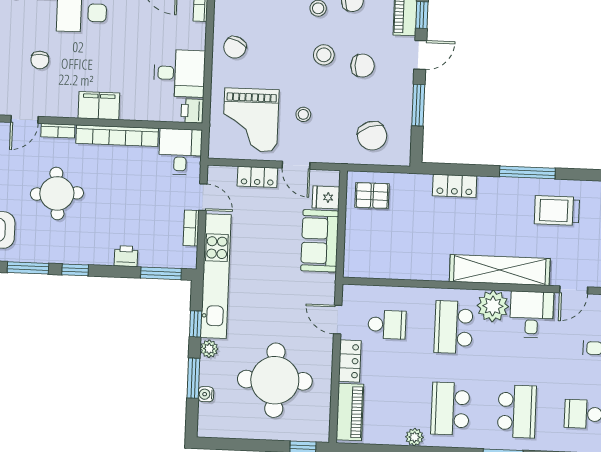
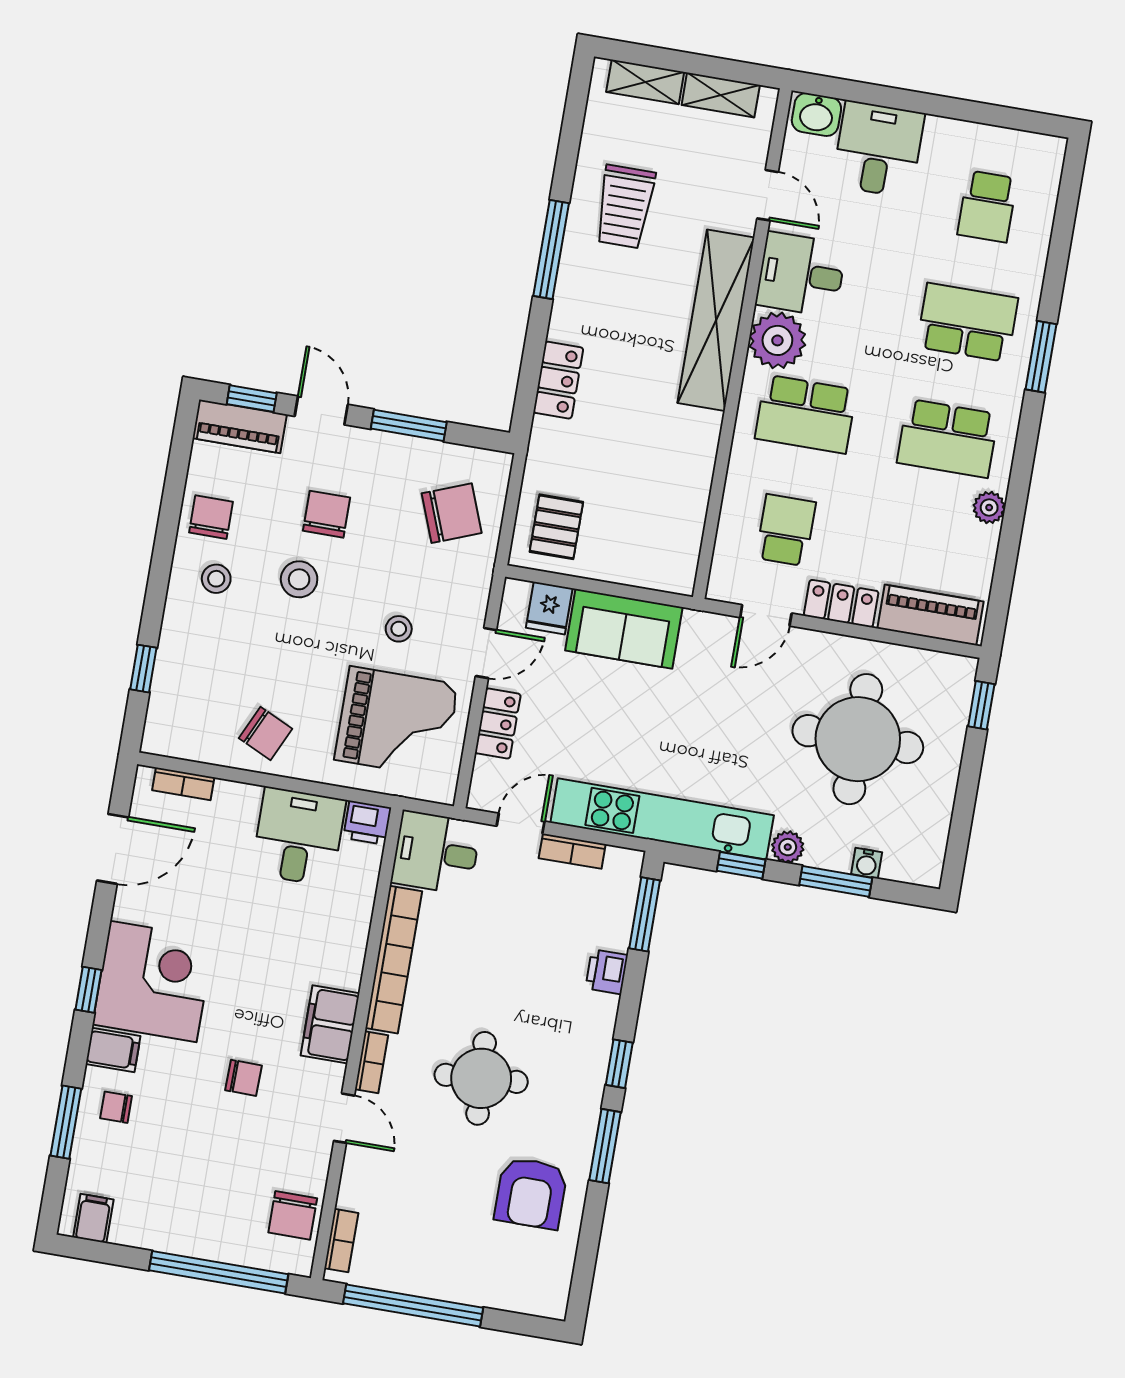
filing cabinet: (99, 106) -> (330, 1024), moved

